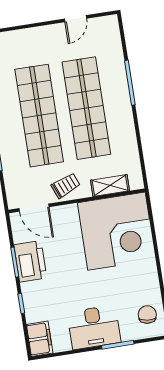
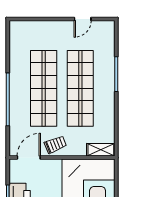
shelving: (110, 186) -> (101, 150), moved
door: (34, 208) -> (29, 158), swing flipped

